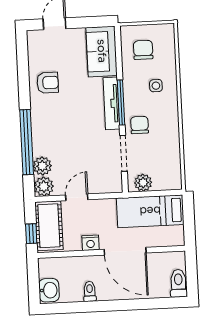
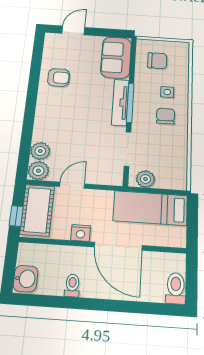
chair: (143, 50) -> (157, 61), turned 90
chair: (139, 125) -> (166, 116), moved
window: (27, 142) -> (28, 127), removed

